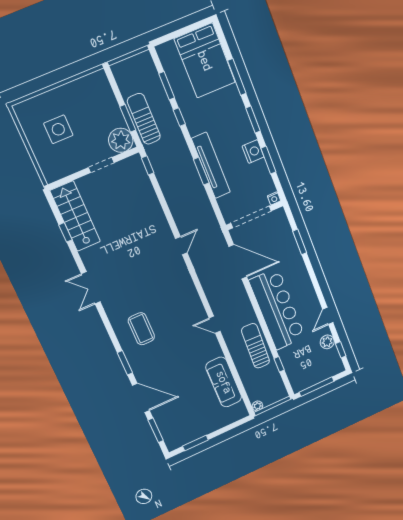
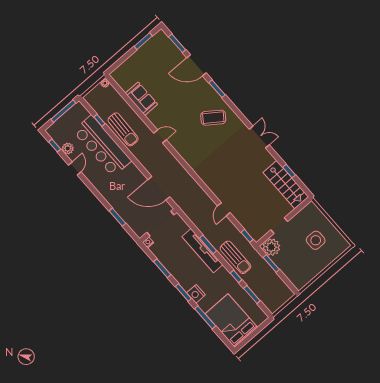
sun lounger: (144, 119) -> (235, 257), moved
nightstand: (253, 152) -> (196, 294), moved
door: (181, 246) -> (224, 209), moved
bar counter: (277, 309) -> (102, 146), moved
coffee table: (141, 329) -> (213, 118), turned -54
sofa: (224, 382) -> (141, 99), width x0.73

